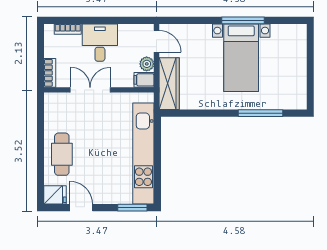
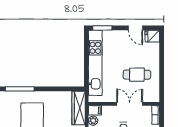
double door: (90, 90) -> (130, 104), swing flipped
cafe table: (62, 154) -> (137, 75), moved, turned 90

